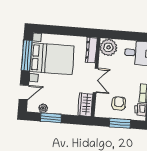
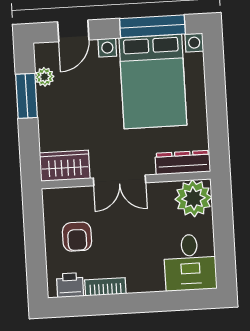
door: (24, 92) -> (73, 31), hinge flipped
armchair: (119, 103) -> (77, 237), turned 90
window: (120, 123) -> (35, 245), removed

